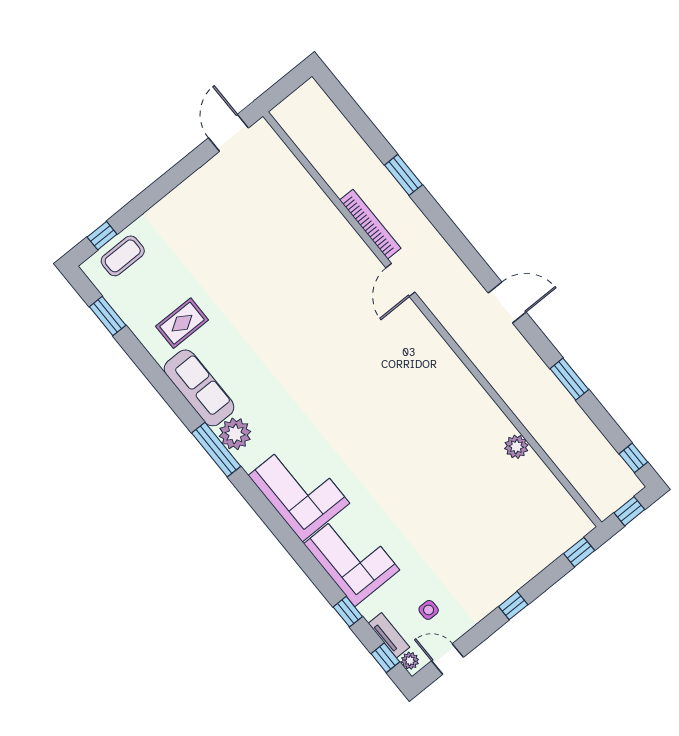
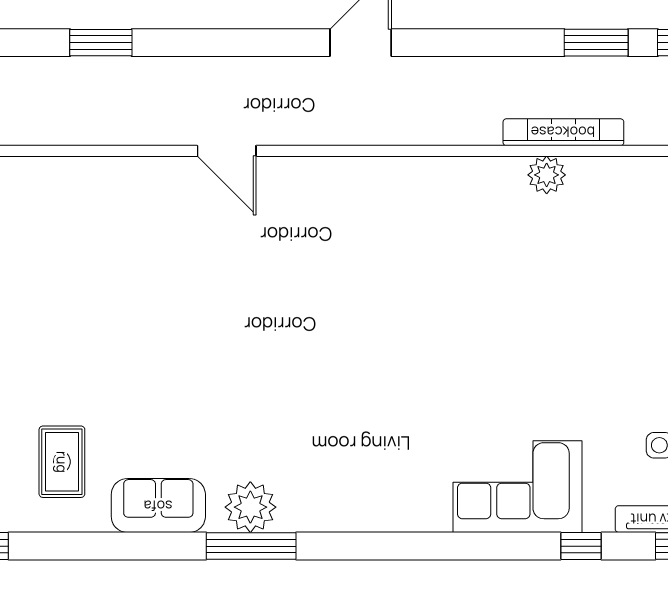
bookcase: (370, 224) -> (563, 132), moved
window: (569, 379) -> (596, 43), moved
sofa: (199, 388) -> (158, 506), width x0.73
corner sofa: (299, 489) -> (382, 484), removed

